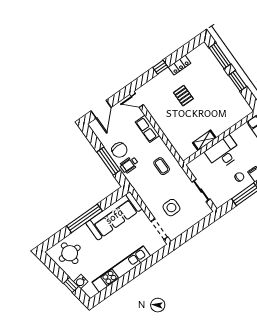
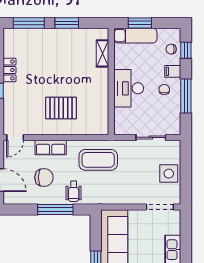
pallet: (183, 96) -> (61, 108), moved, width x1.50, depth x1.42
shelving: (204, 140) -> (103, 53), moved
chair: (119, 150) -> (44, 178), moved
coffee table: (162, 166) -> (98, 160), width x1.86, depth x1.72
side table: (171, 208) -> (169, 174), moved

